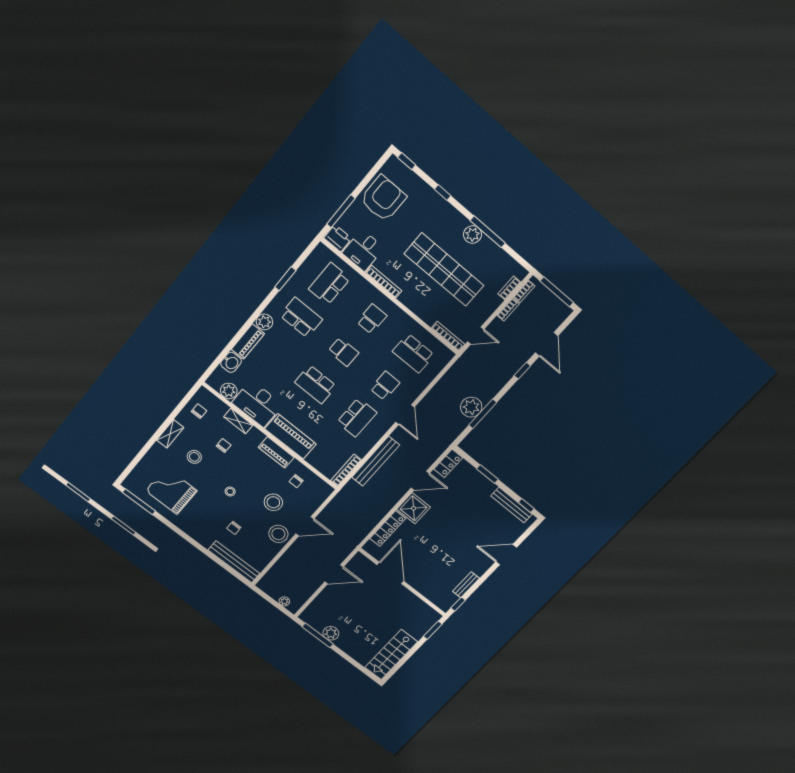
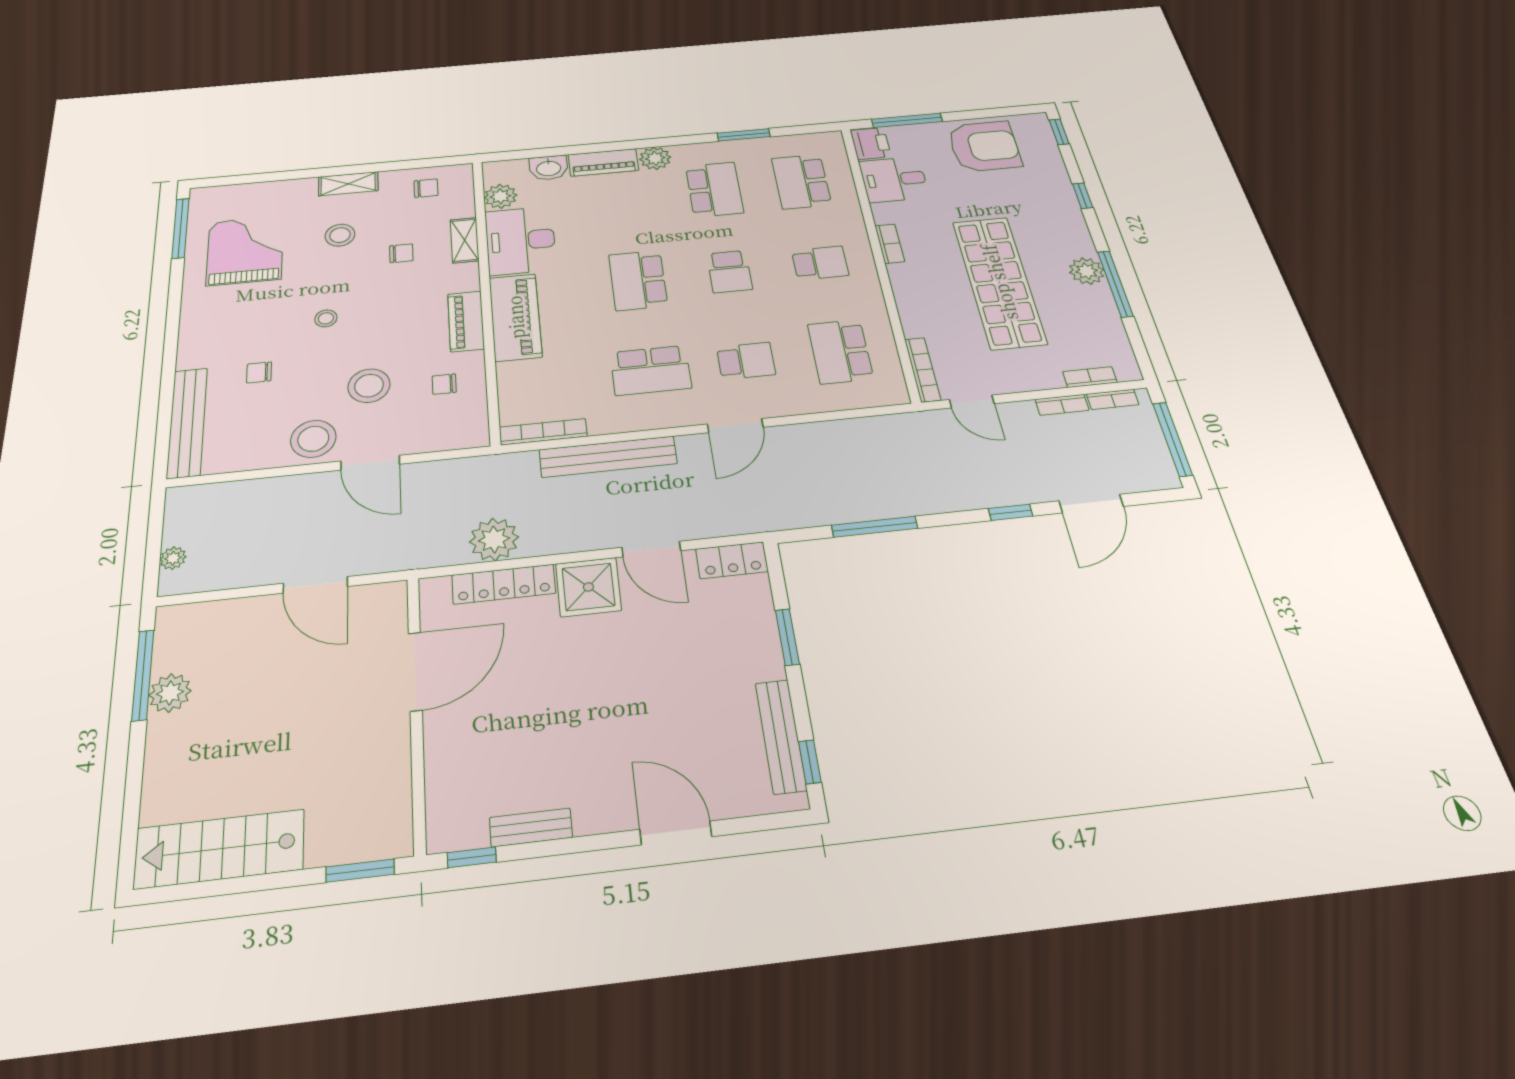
bookcase: (384, 282) -> (890, 244), width x0.64
school desk: (329, 284) -> (801, 181), turned -90
plant: (471, 407) -> (494, 539), moved

